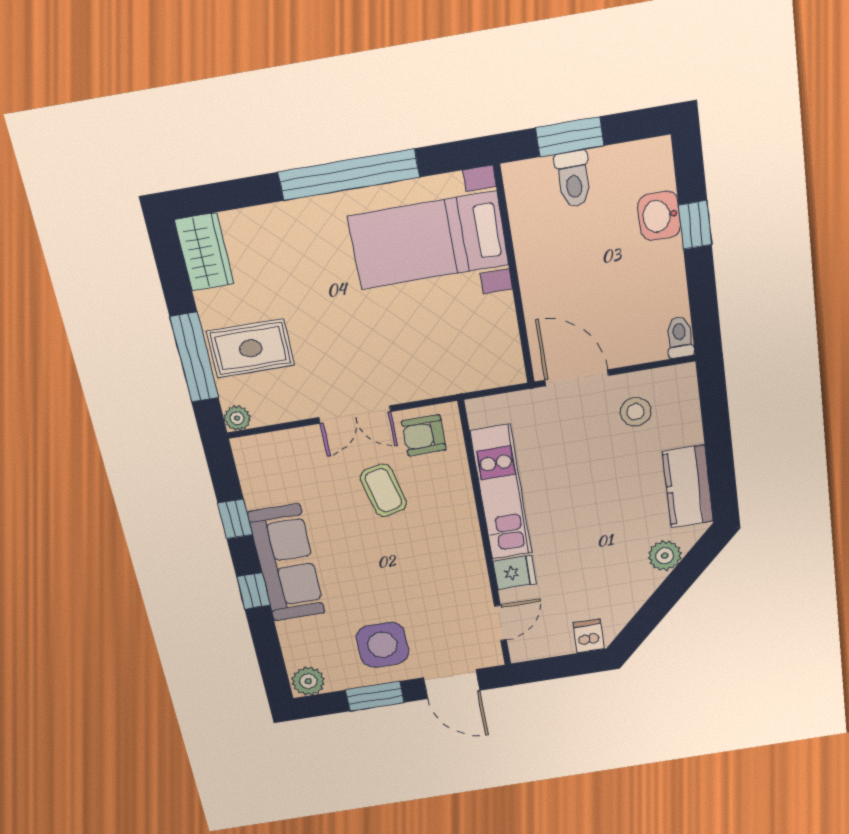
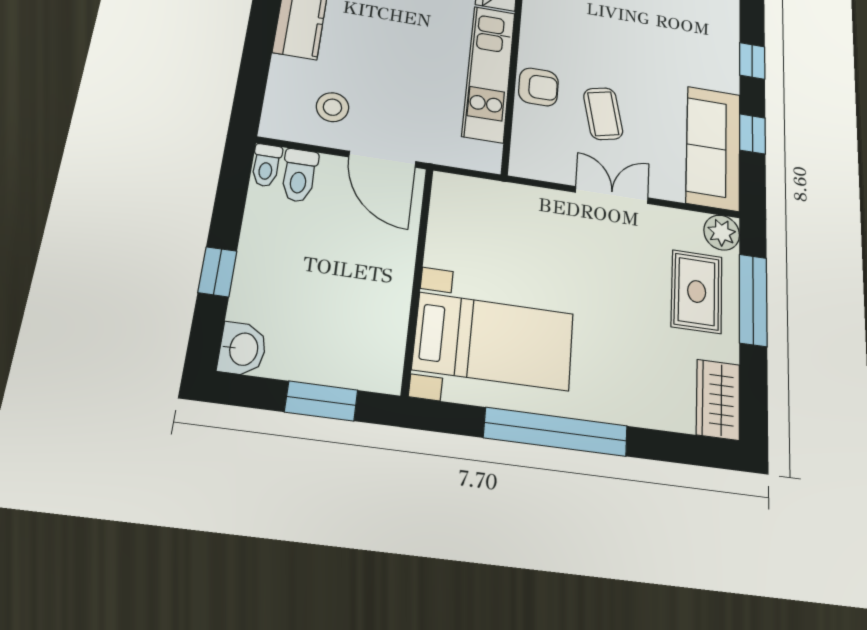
toilet: (573, 179) -> (299, 175), moved, turned 180
washbasin: (659, 216) -> (242, 349), moved
rug: (251, 348) -> (697, 292), turned 90
plant: (237, 418) -> (722, 233), width x1.38, depth x1.38
armchair: (424, 435) -> (538, 87), moved
sofa: (287, 563) -> (713, 148), moved

